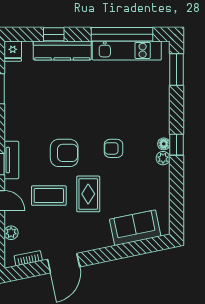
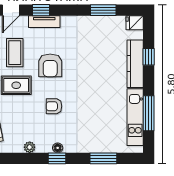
window: (122, 34) -> (149, 113), width x0.68
window: (176, 69) -> (103, 158), moved
armchair: (114, 148) -> (54, 106), turned -90
plant: (163, 158) -> (30, 147), moved

